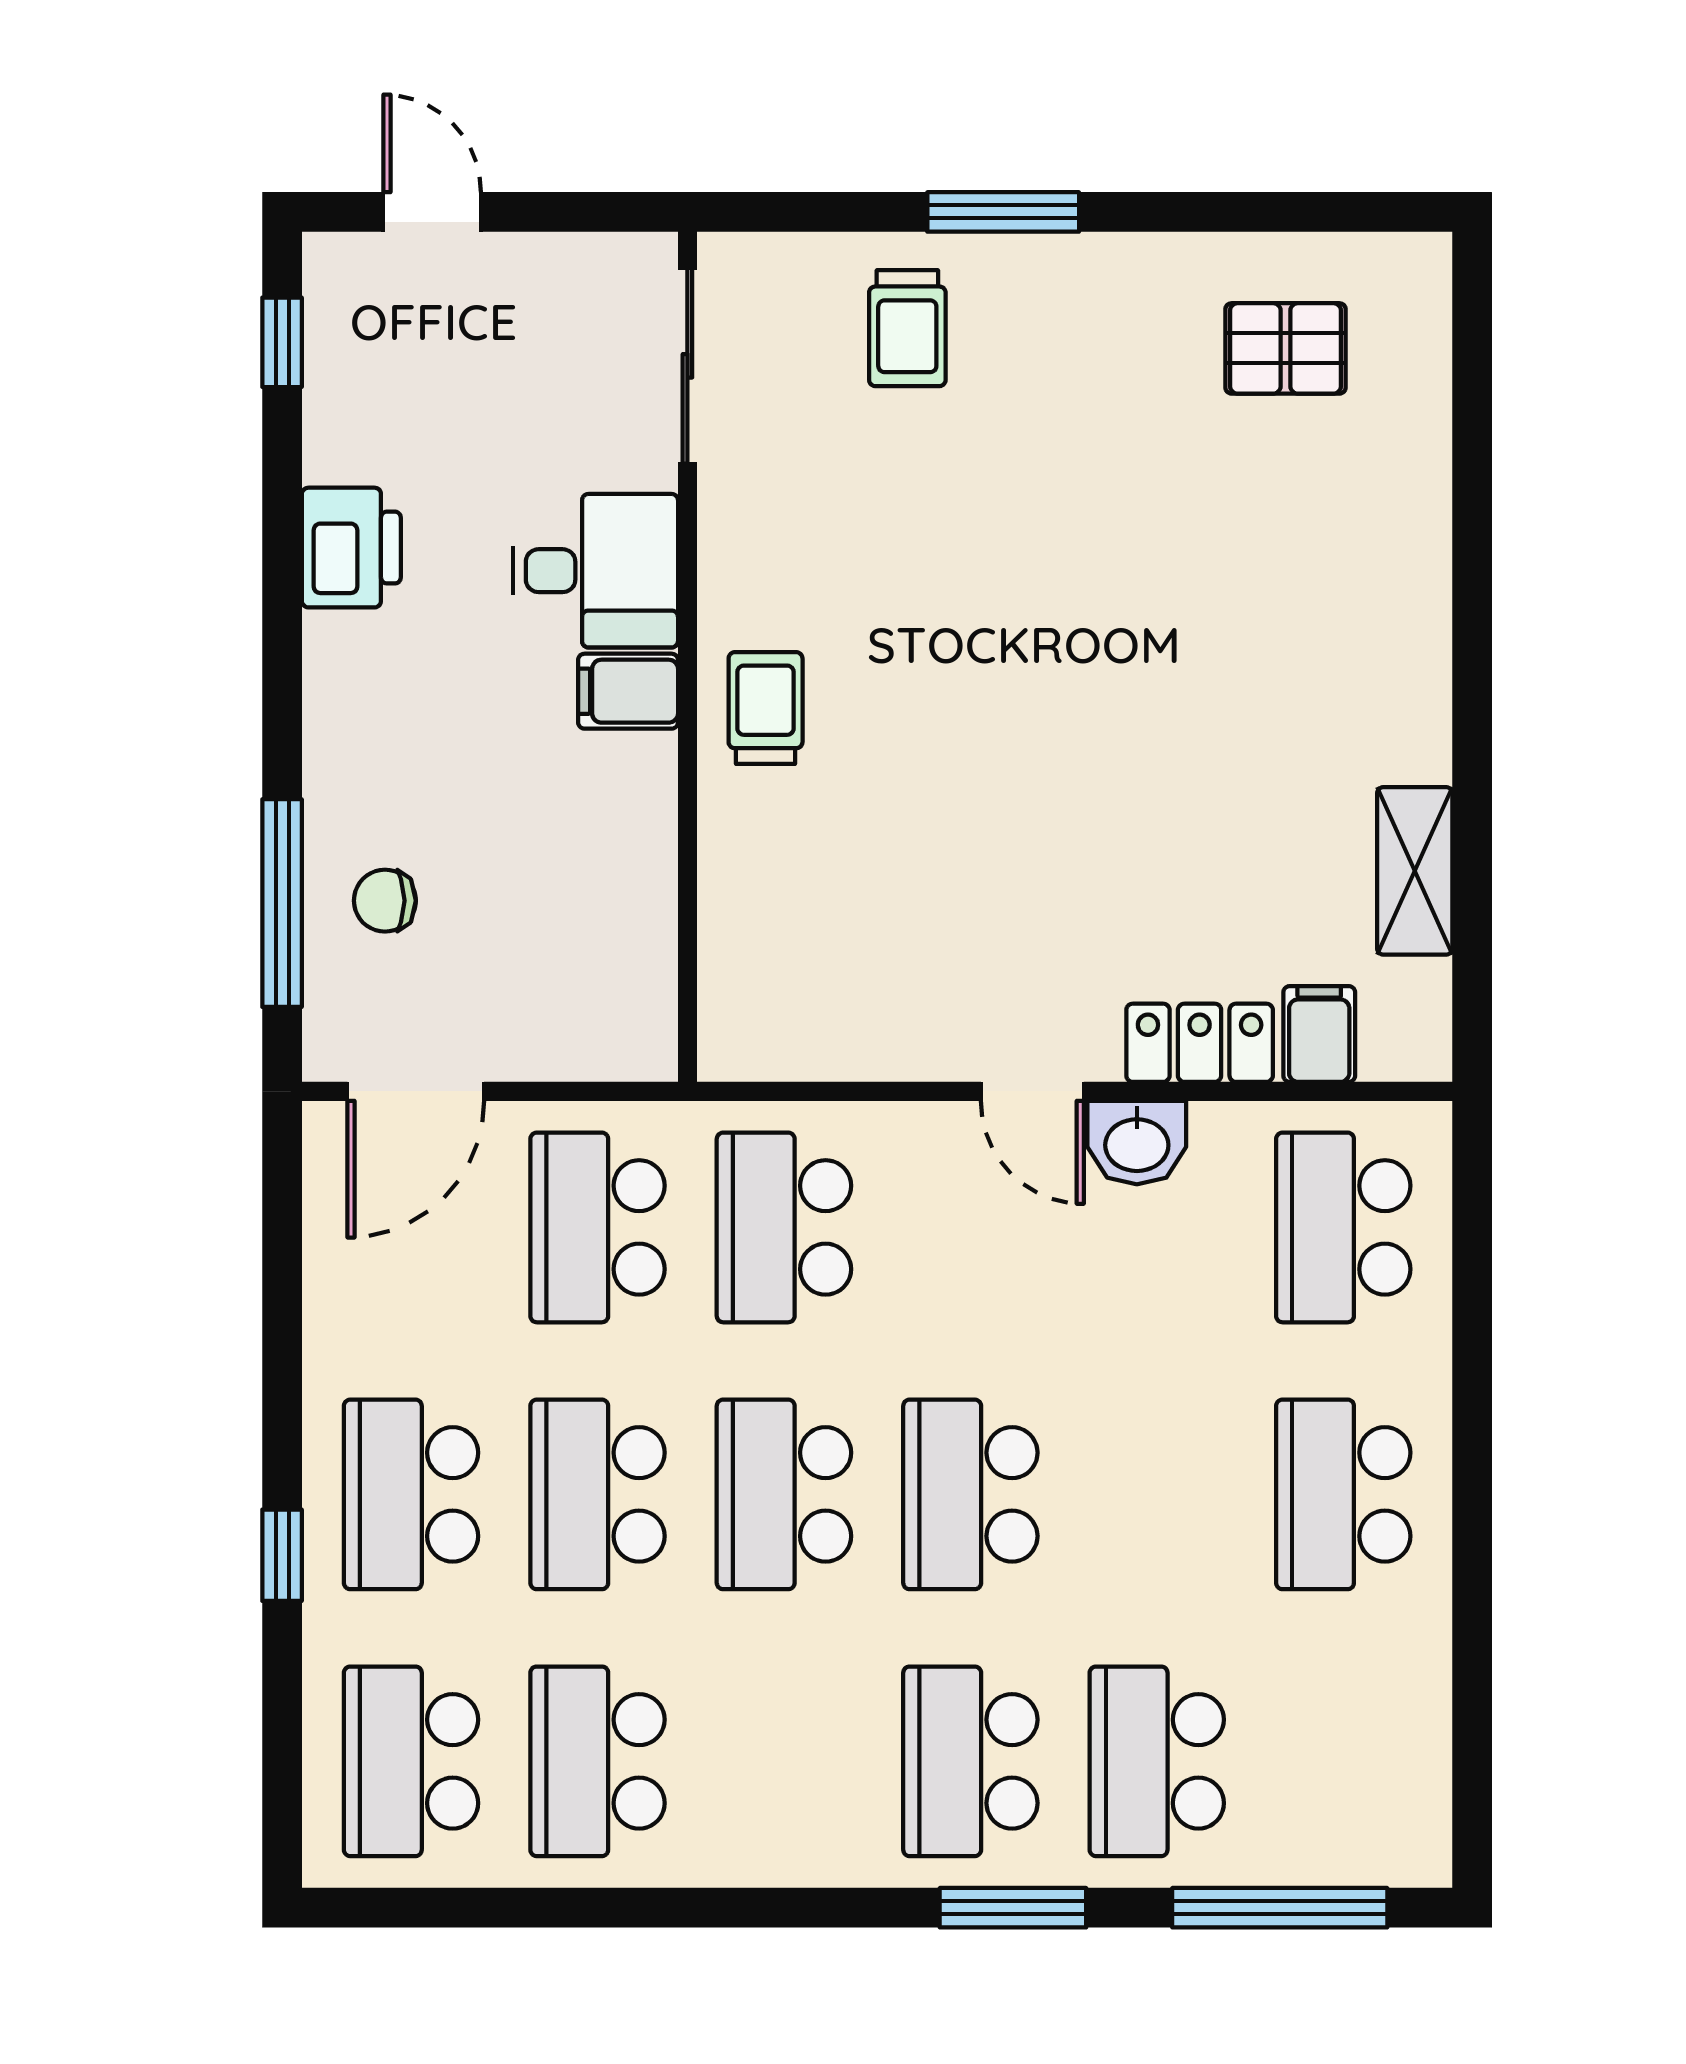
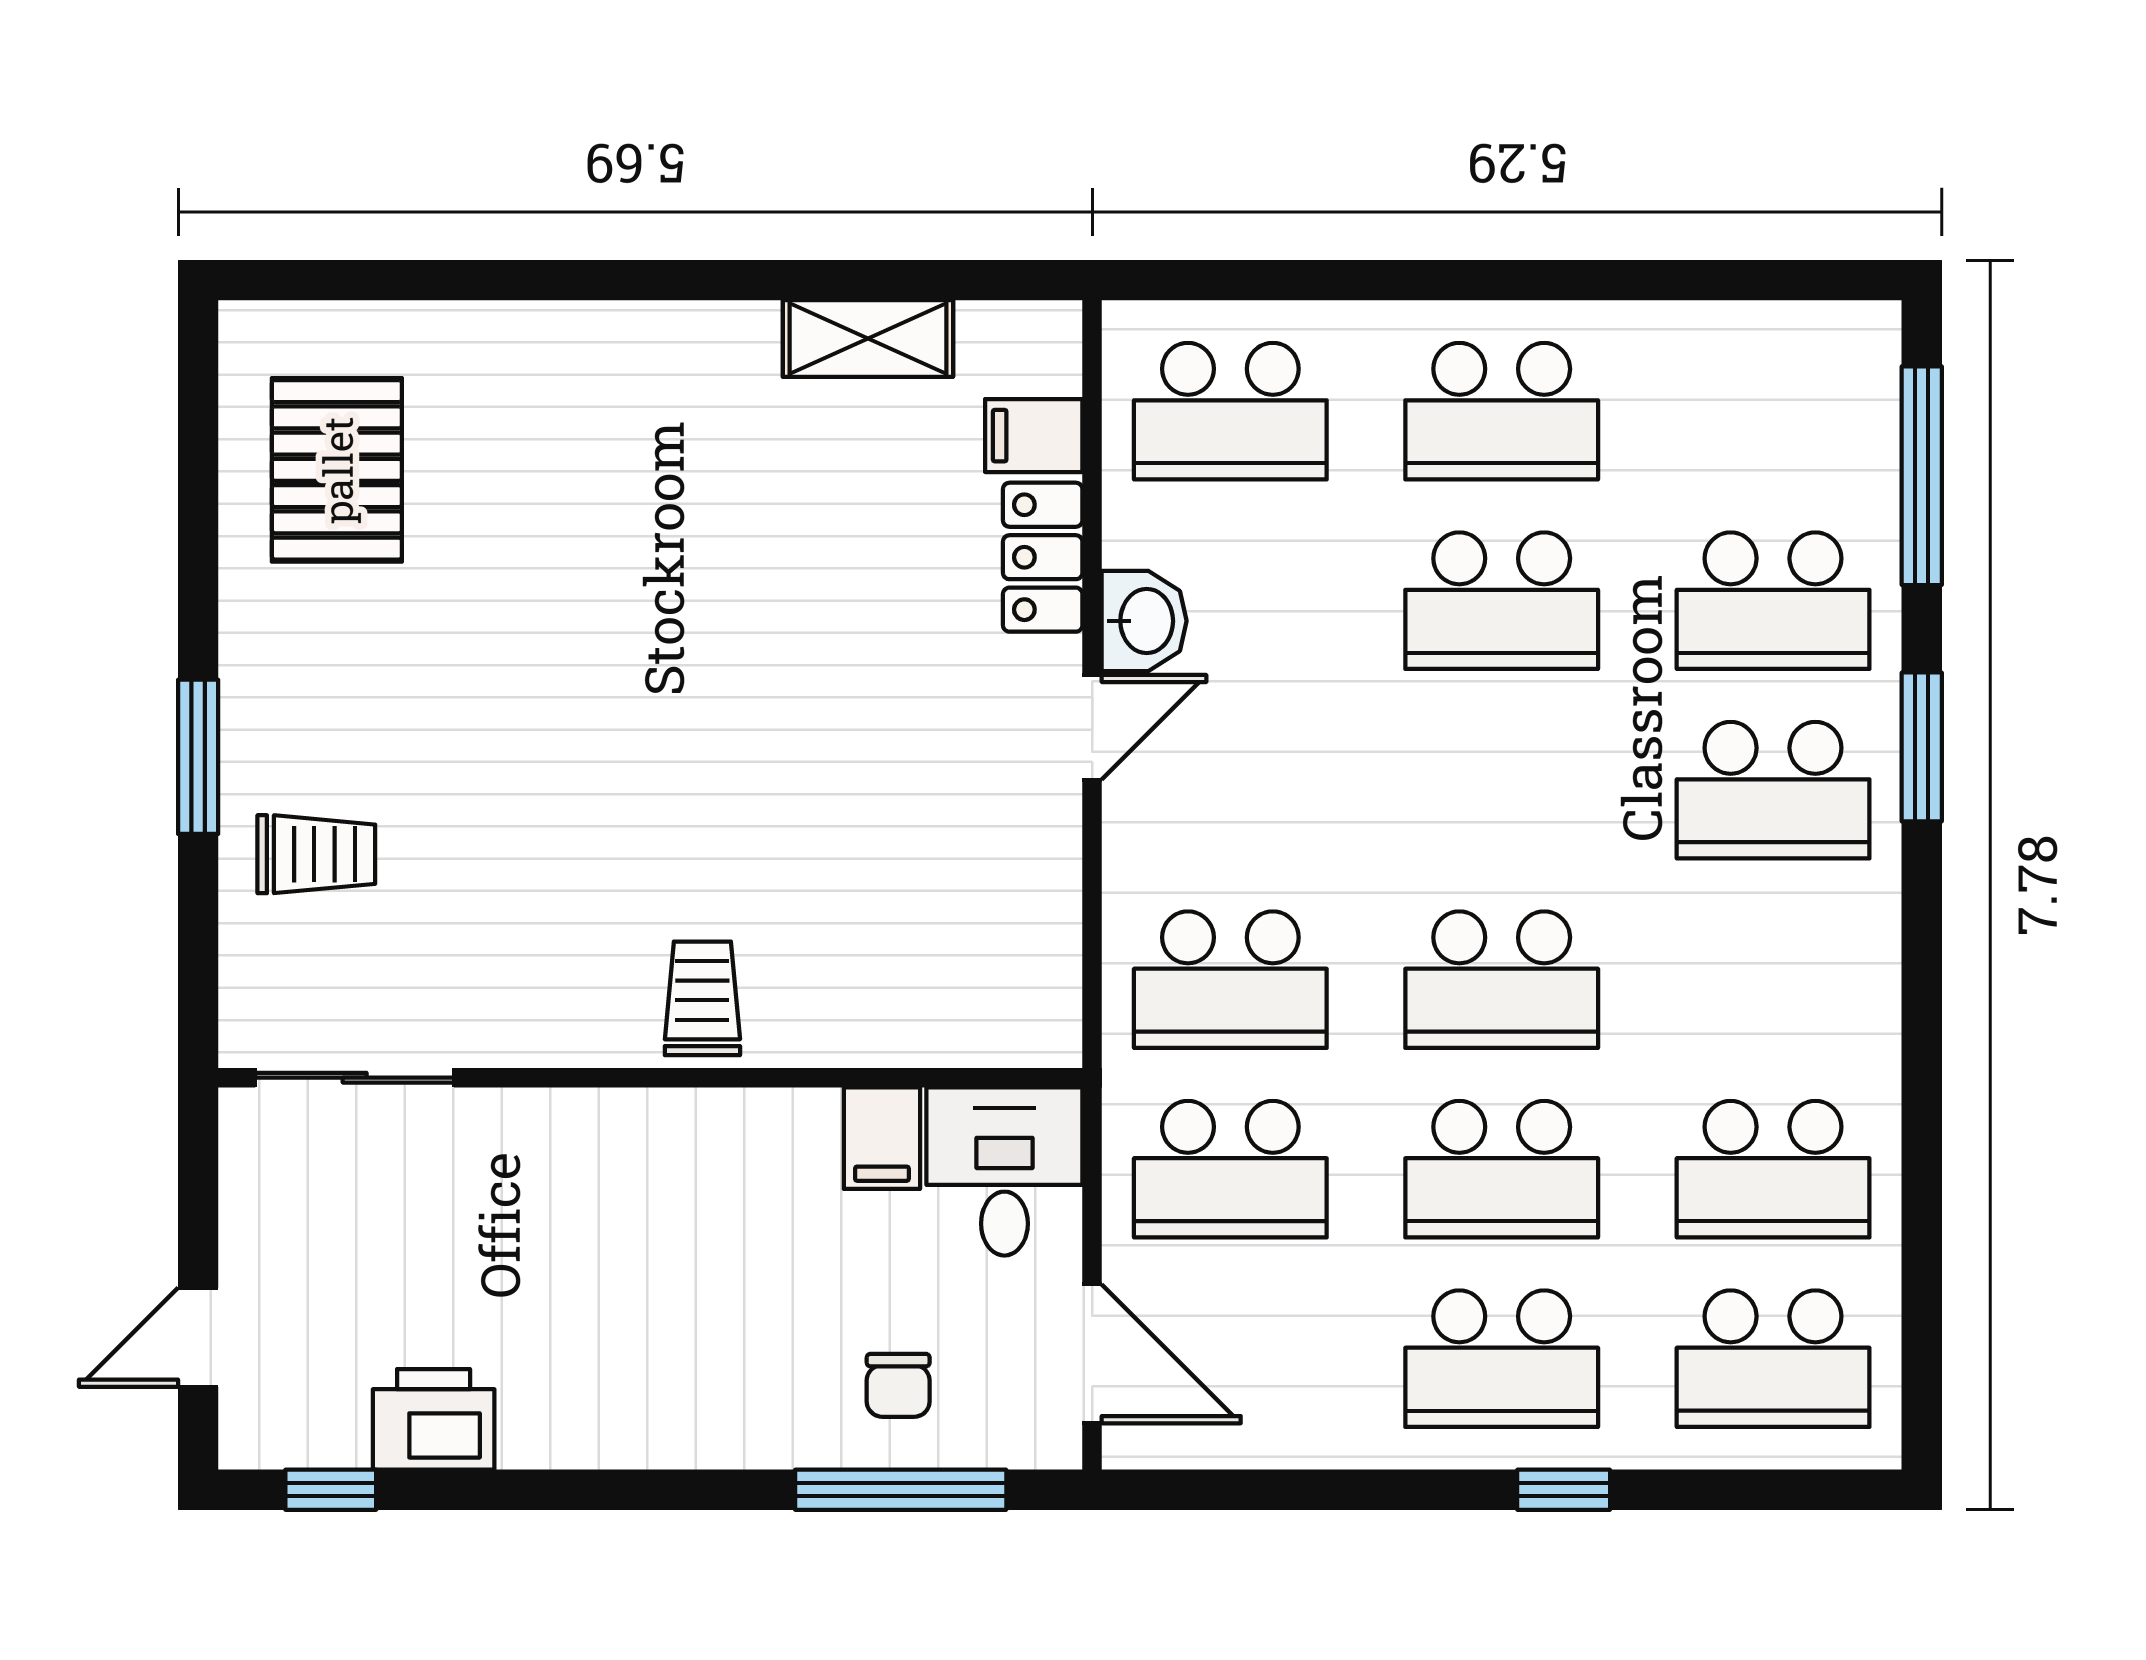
pallet: (1286, 348) -> (337, 470), width x1.50, depth x1.42
printer: (351, 548) -> (434, 1419), moved
desk: (595, 571) -> (1004, 1171), moved
filing cabinet: (628, 691) -> (882, 1138), moved
trolley: (766, 708) -> (702, 998), turned 90
school desk: (970, 1494) -> (1502, 601), moved

